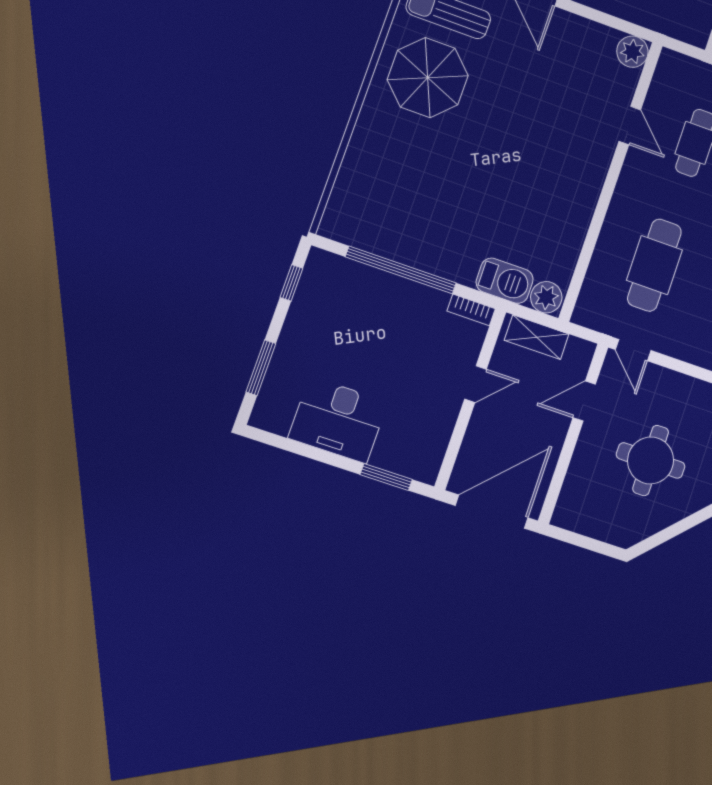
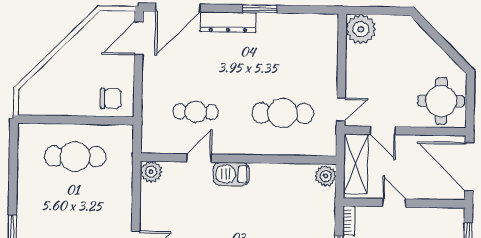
barbecue: (505, 281) -> (231, 174), moved, turned -90
shelving: (537, 337) -> (356, 164), width x1.50, depth x1.33
round table: (651, 460) -> (441, 101), moved

